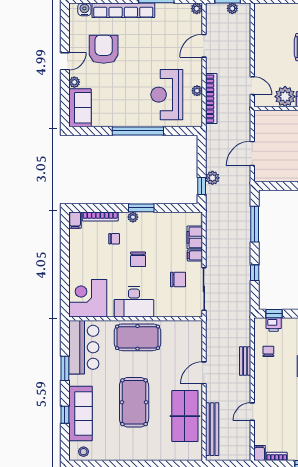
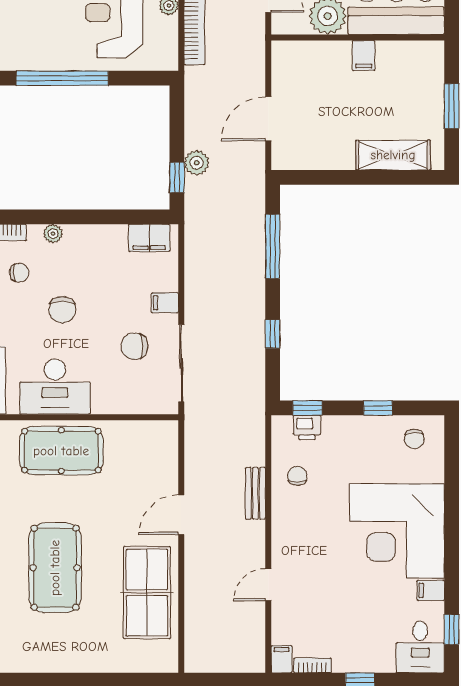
window: (141, 208) -> (68, 217), removed
filing cabinet: (195, 237) -> (149, 238), moved, turned -90
chair: (178, 279) -> (134, 346), turned 180
bench: (212, 429) -> (196, 616), removed

